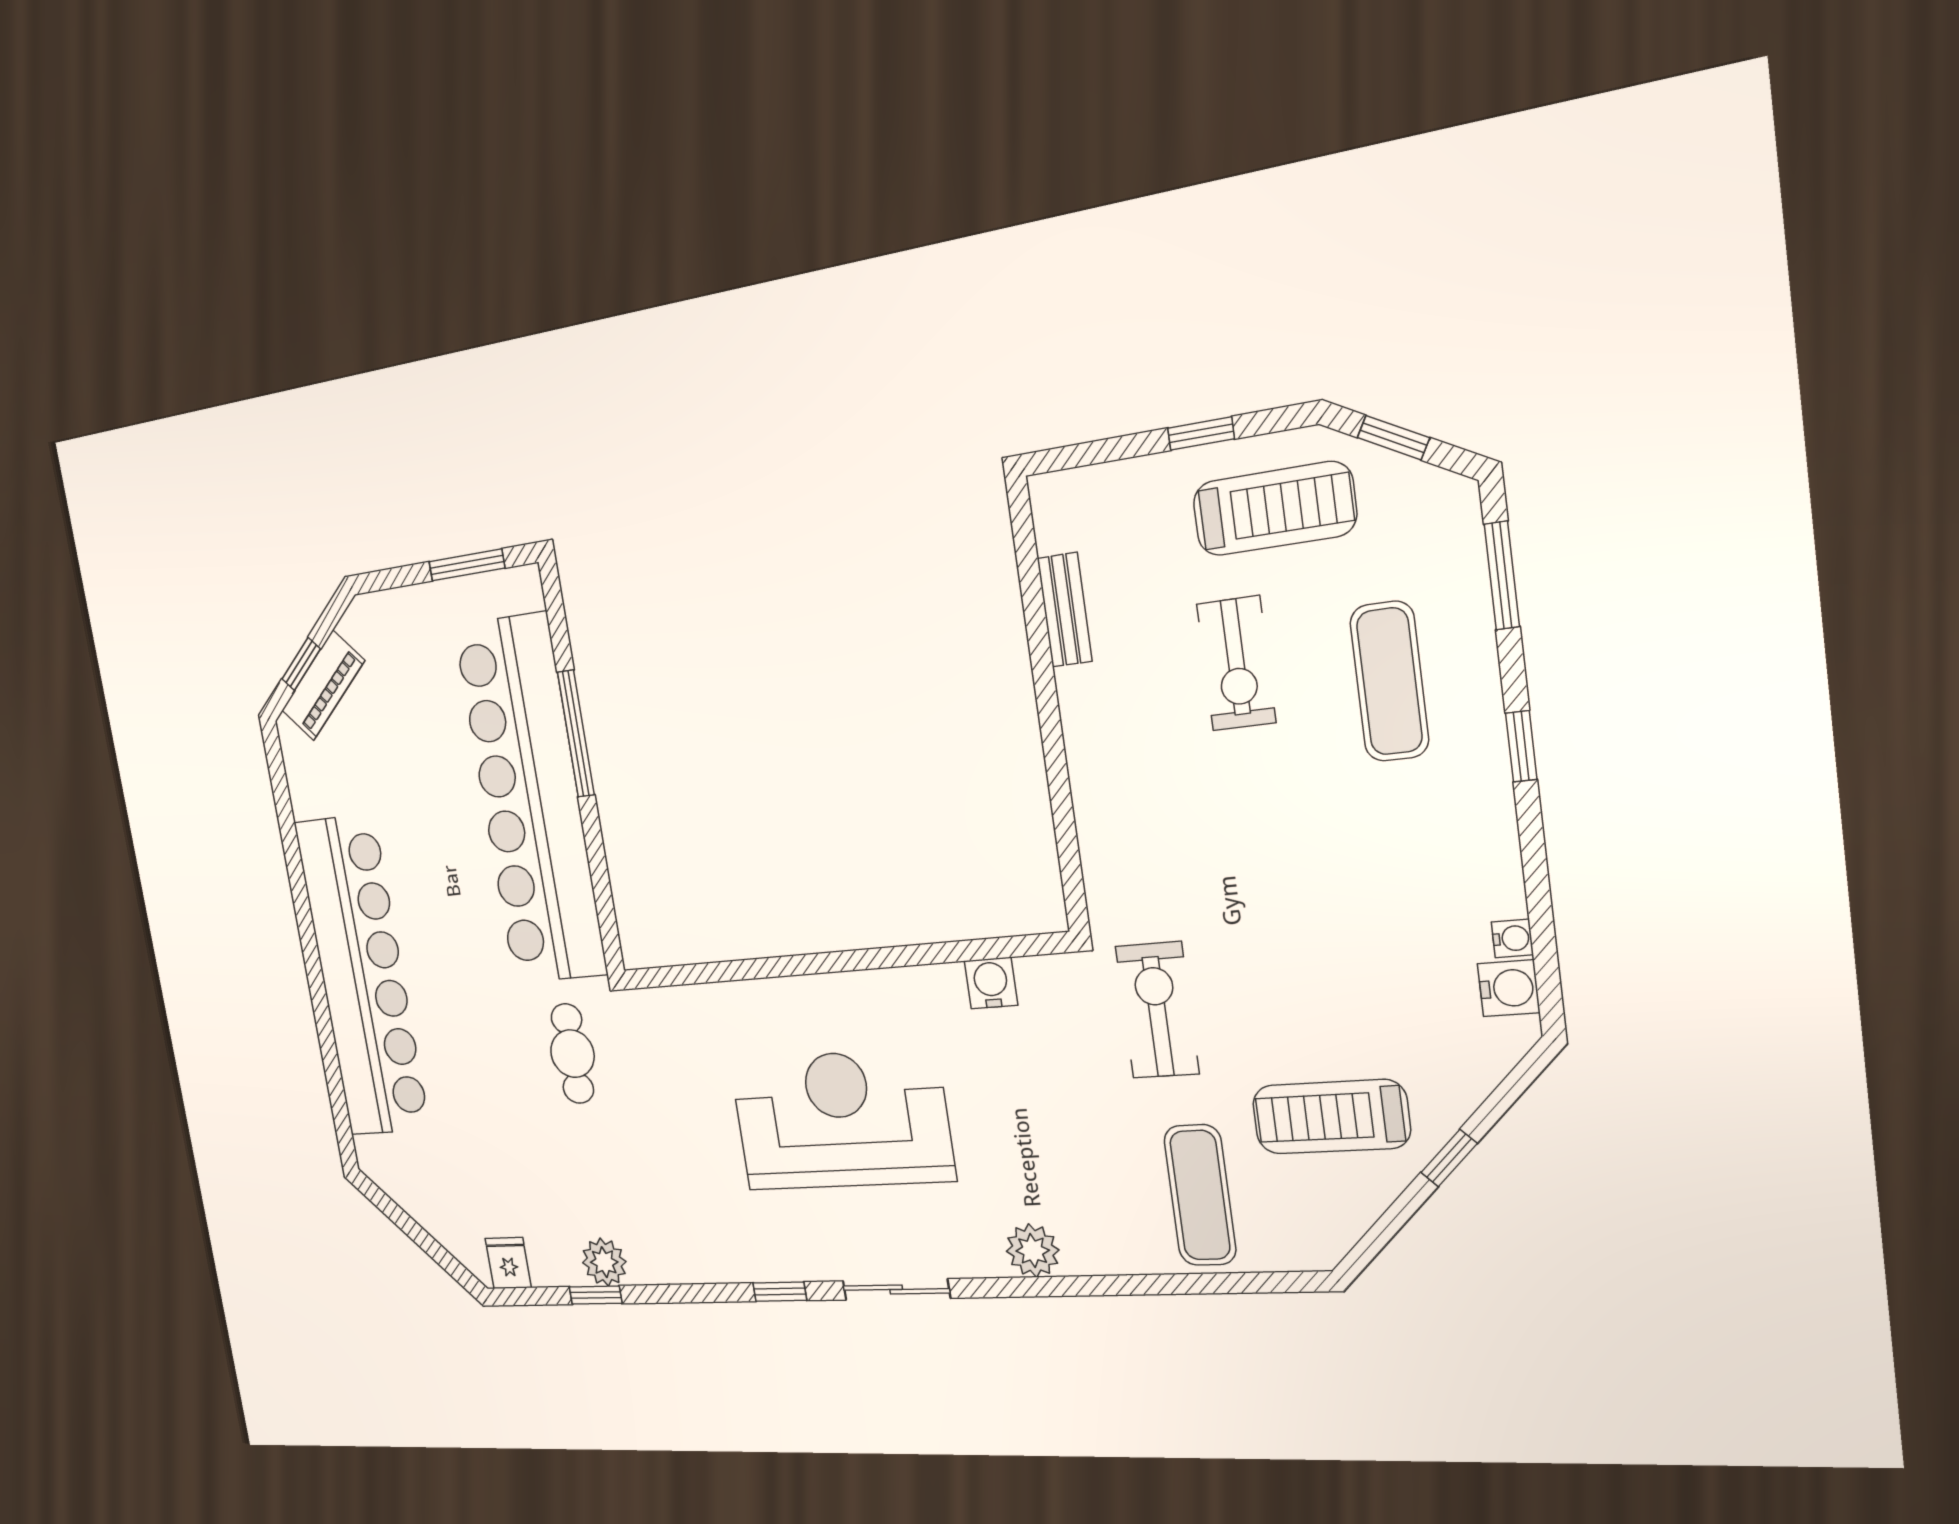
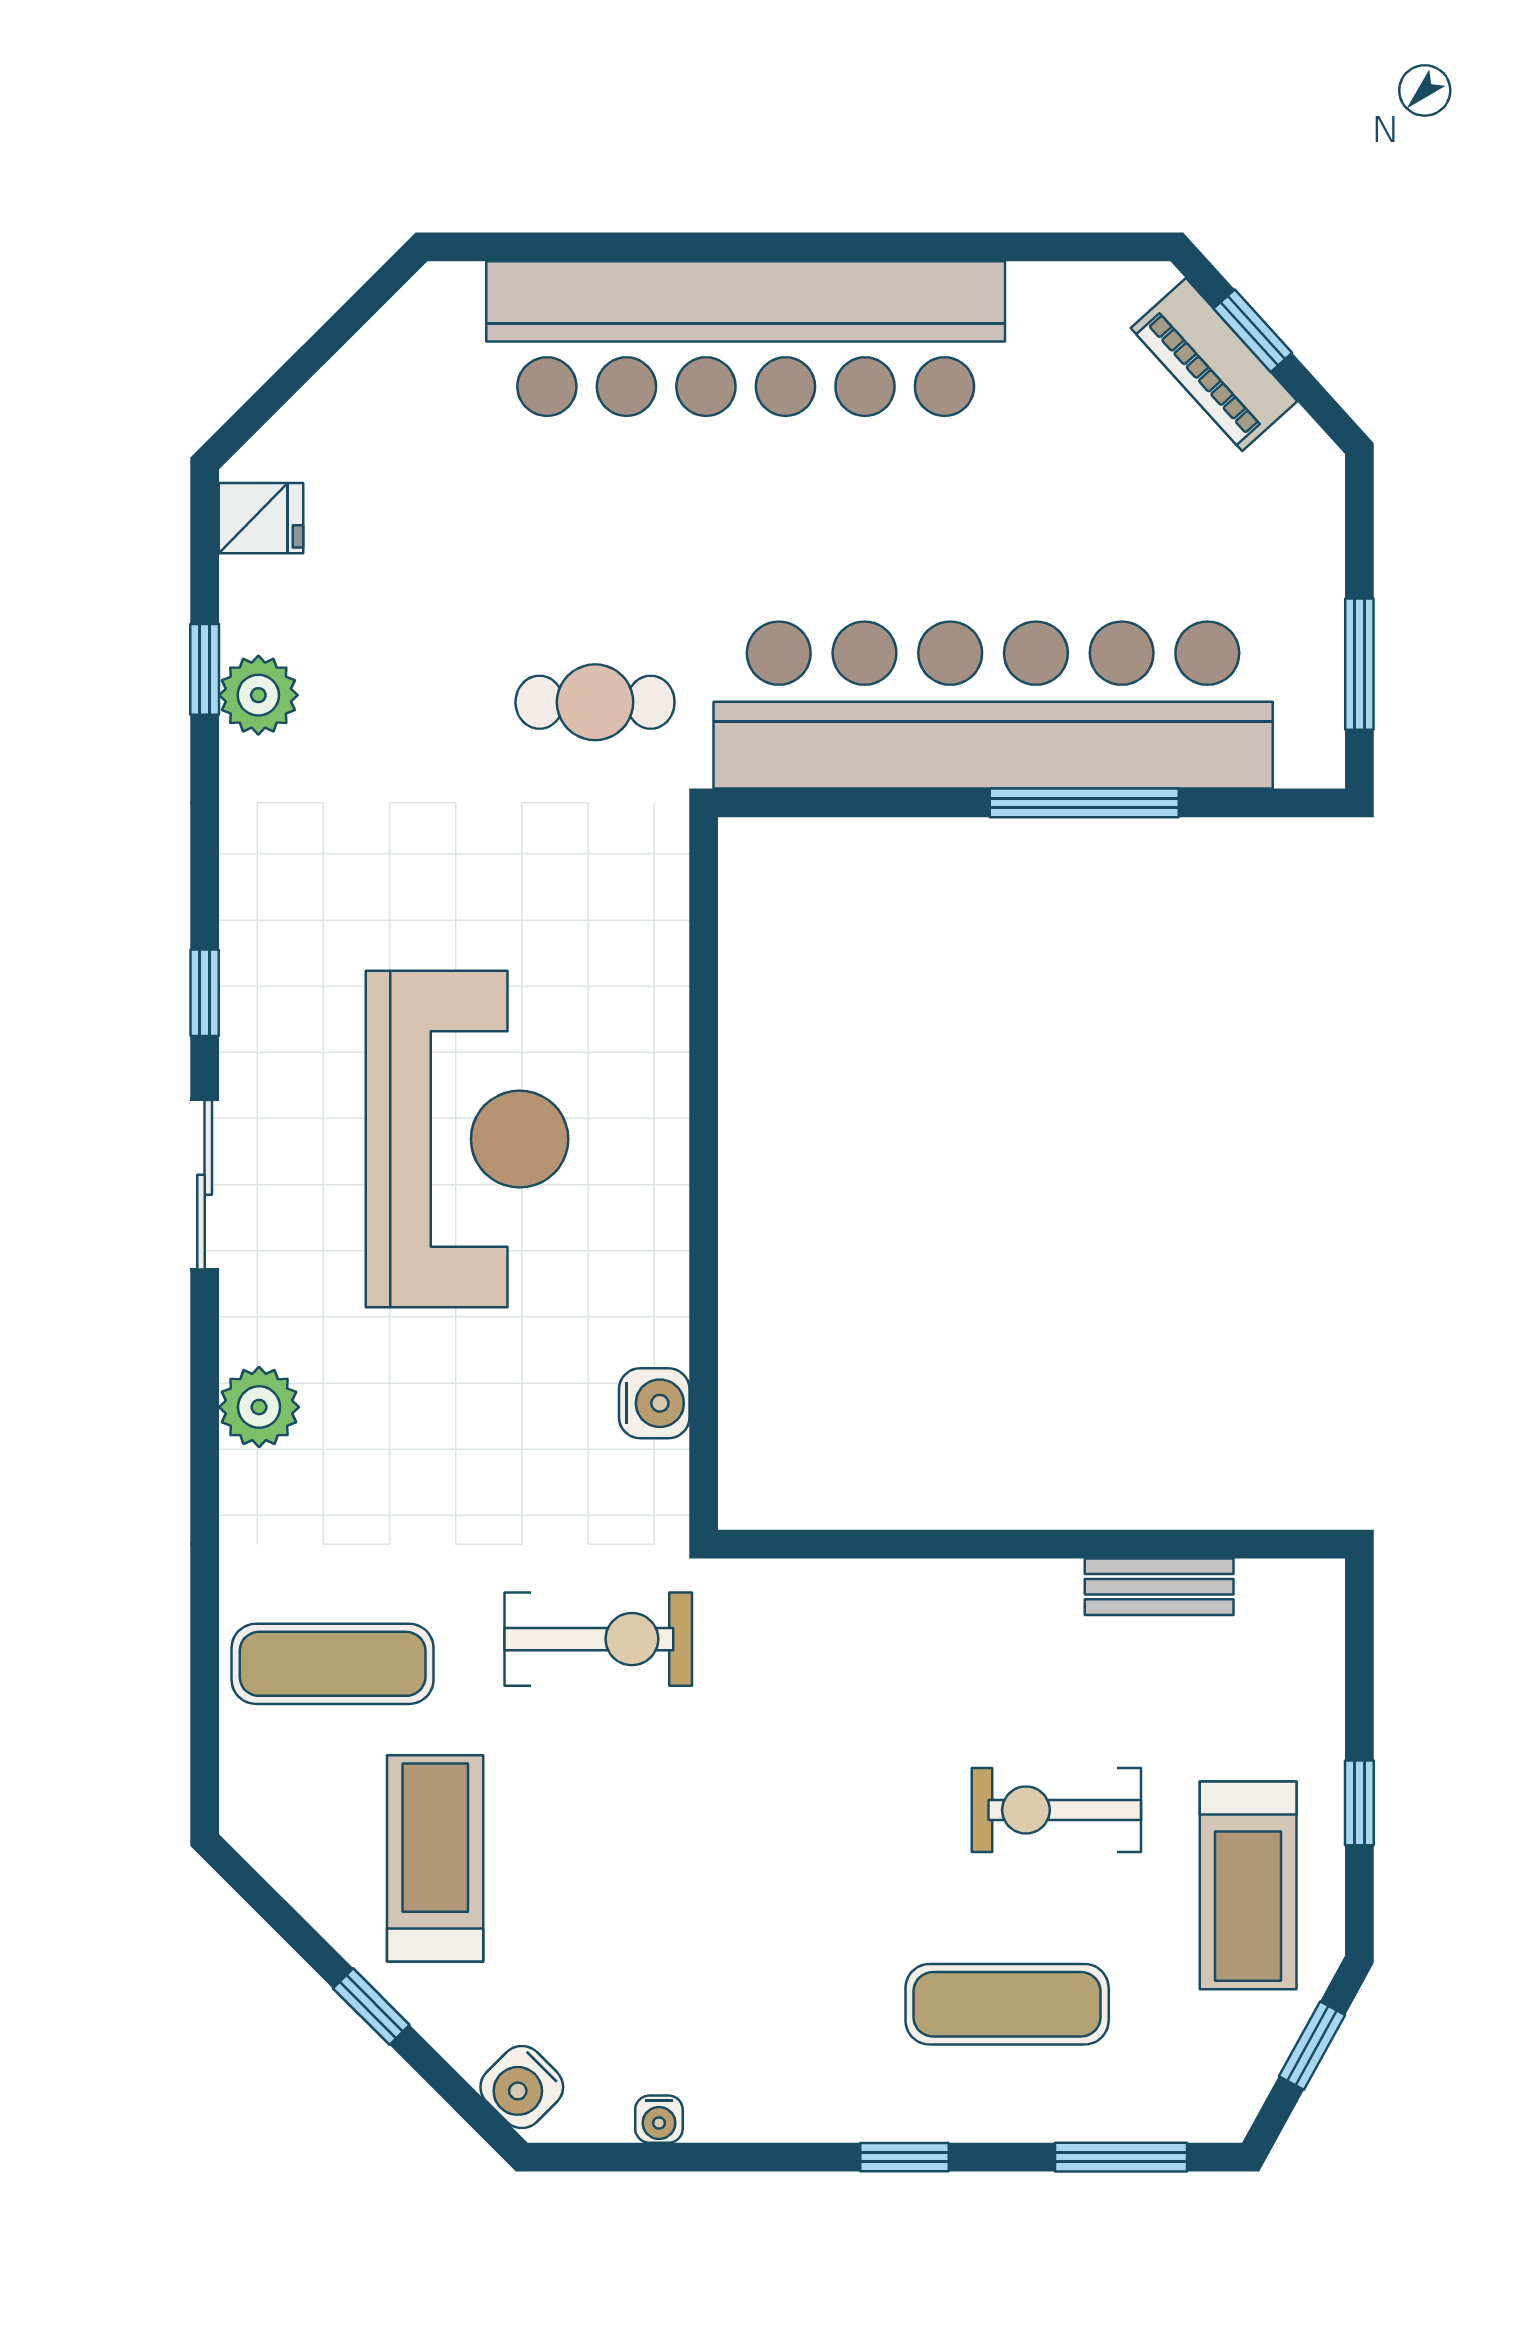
water cooler: (1509, 988) -> (522, 2087), moved, turned 45

